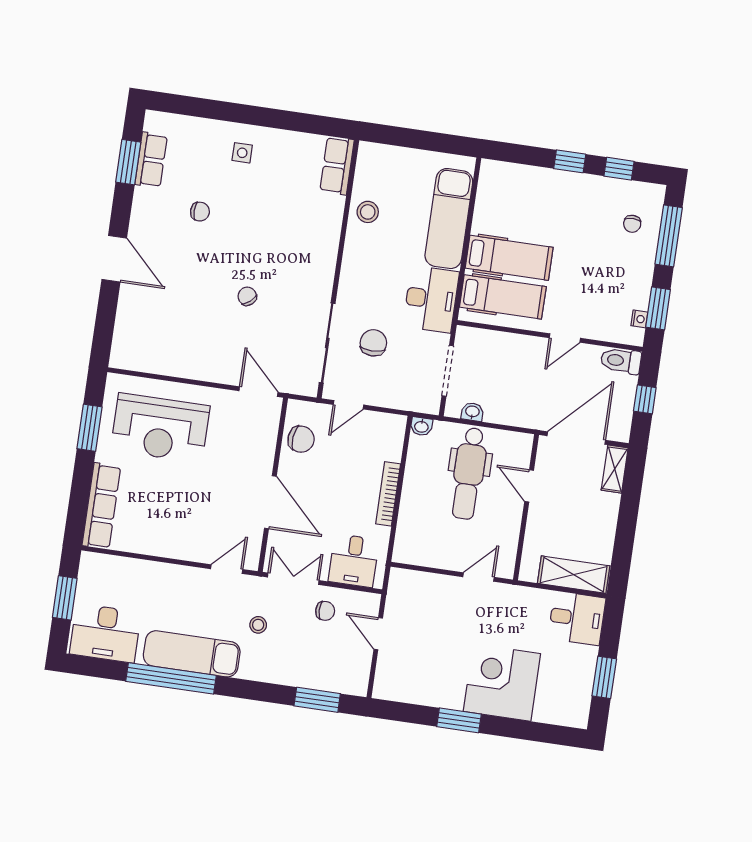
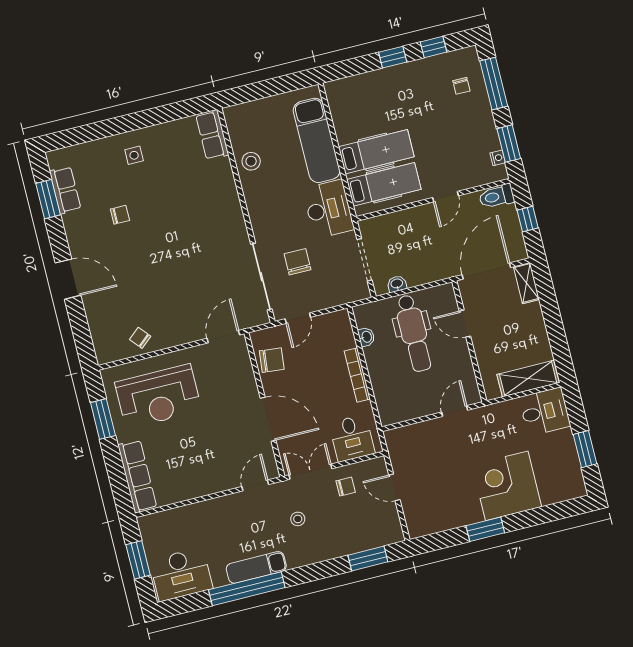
chair: (247, 296) -> (140, 338), moved
door: (258, 392) -> (223, 337), hinge flipped
washbasin: (421, 426) -> (366, 337), moved, turned -90
exam couch: (192, 654) -> (256, 567), width x0.73, depth x0.69

